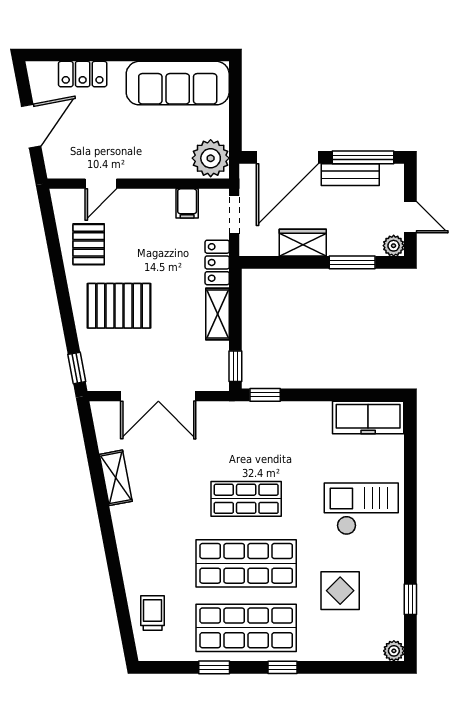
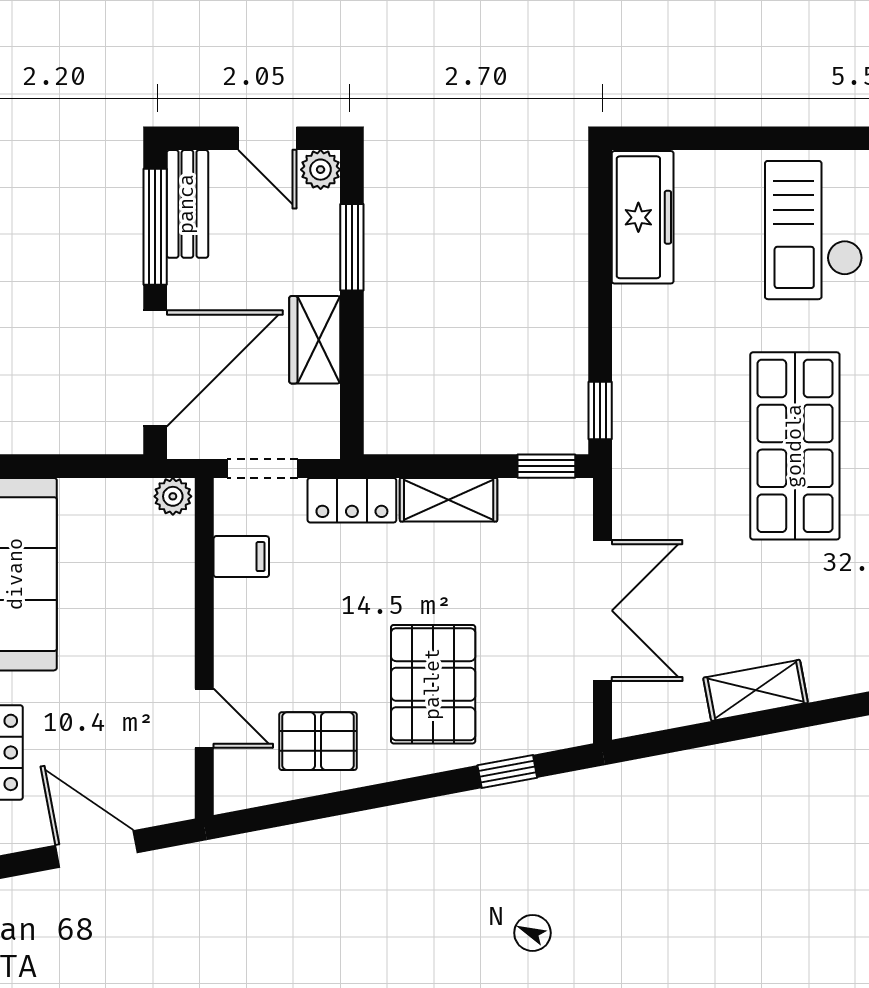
door: (287, 157) -> (155, 368), hinge flipped
plant: (211, 158) -> (173, 496), width x0.53, depth x0.53
bench: (350, 175) -> (187, 204), moved
door: (410, 217) -> (267, 138), swing flipped
window: (77, 368) -> (507, 772), moved
shop shelf: (246, 499) -> (795, 446), width x1.43, depth x1.36

